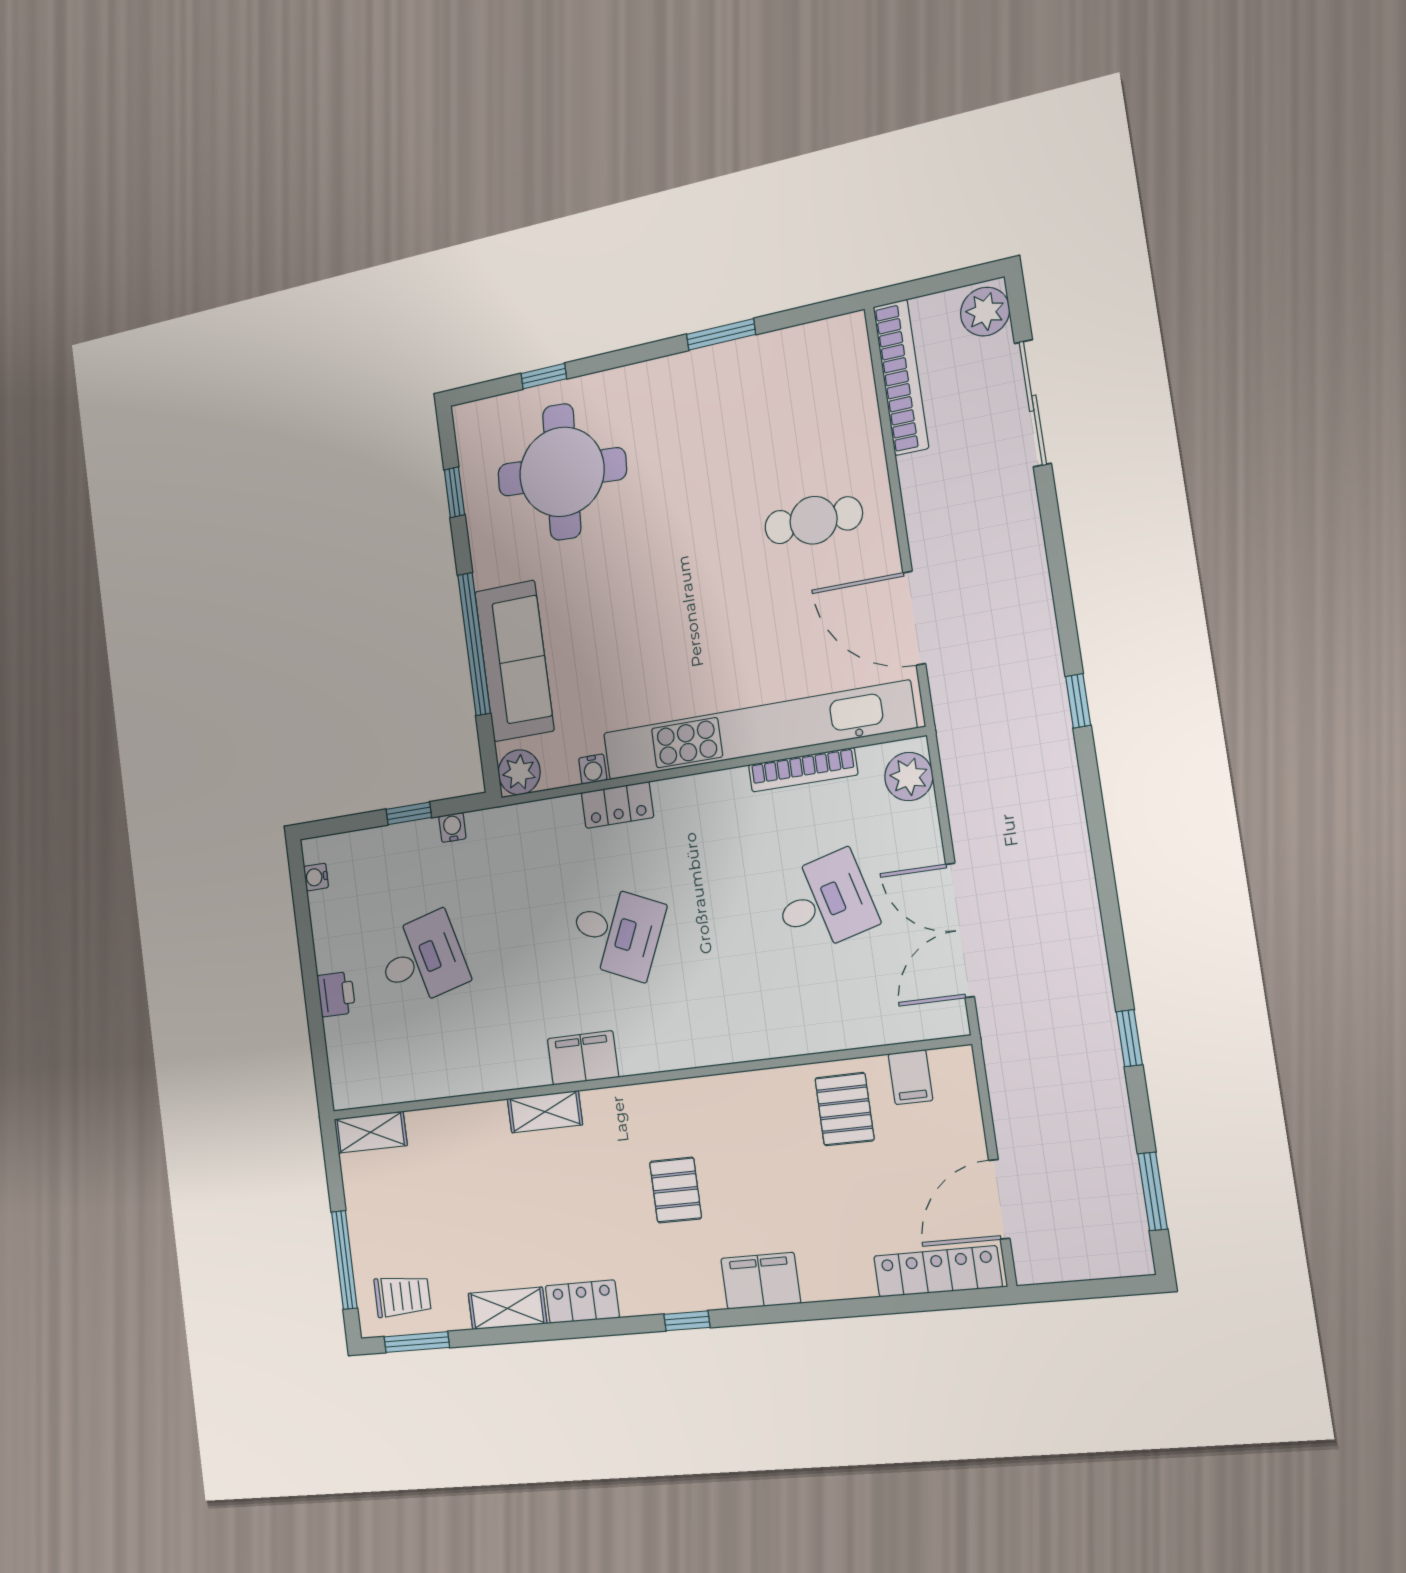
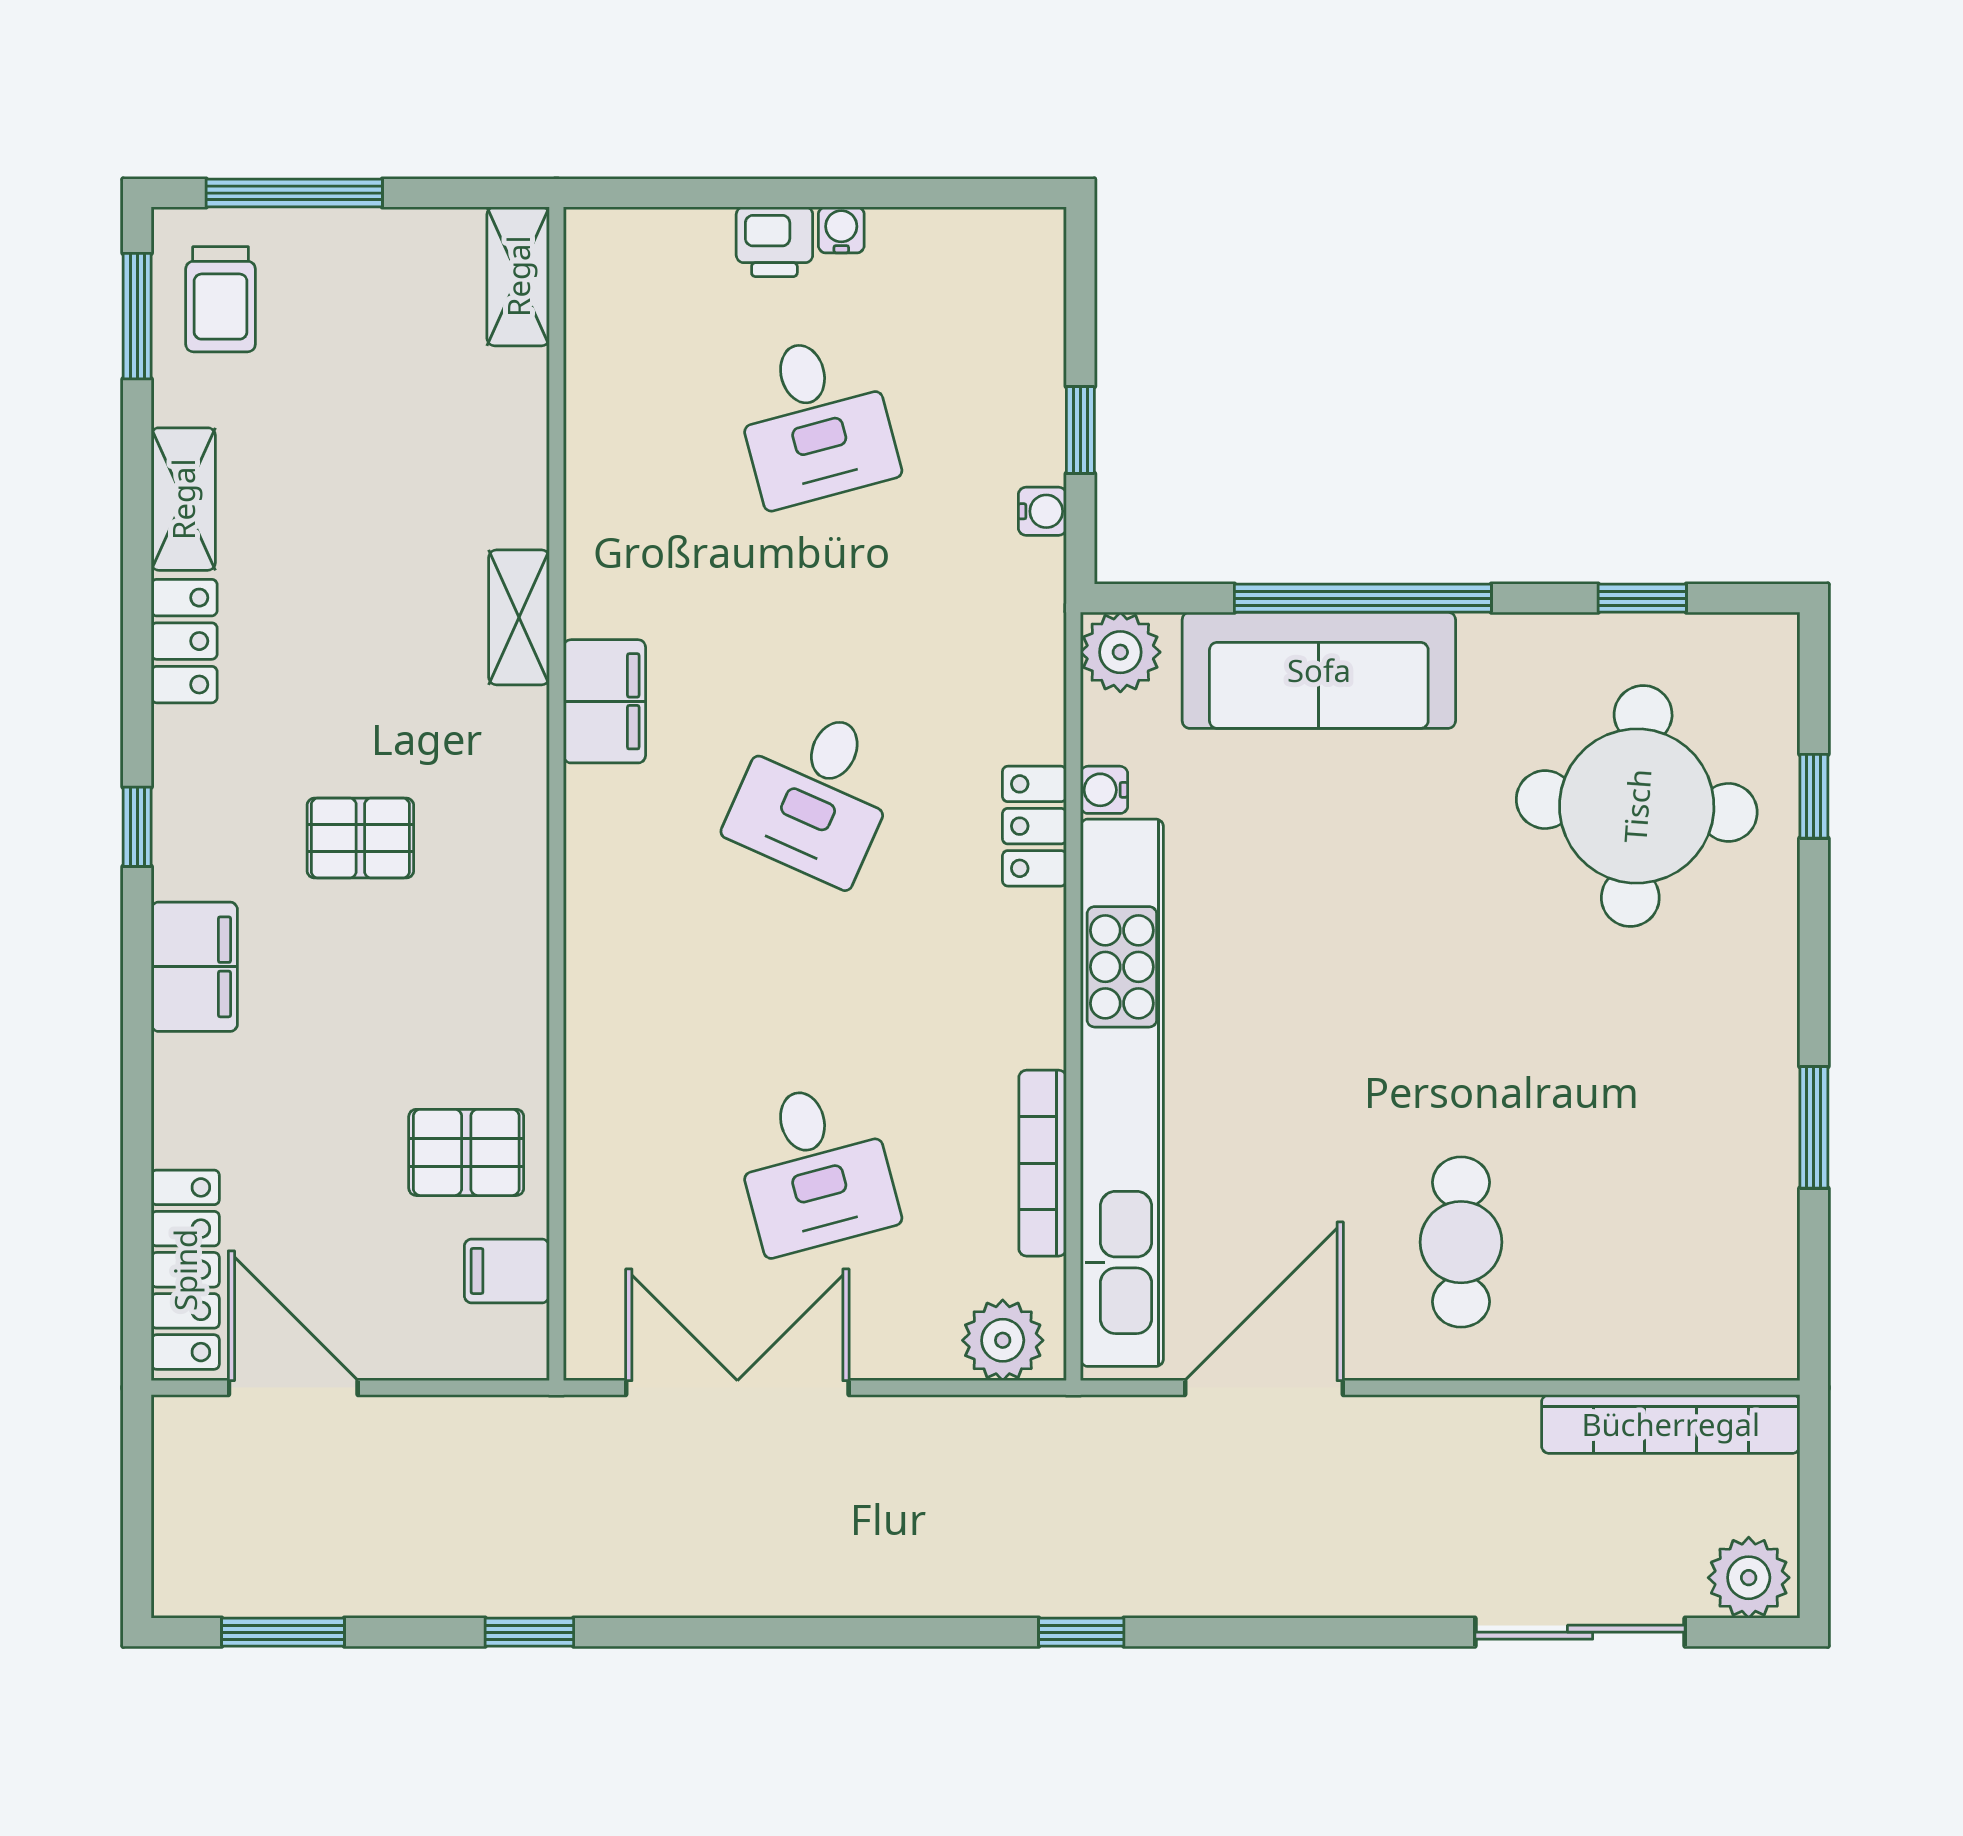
water cooler: (316, 877) -> (841, 230), moved

